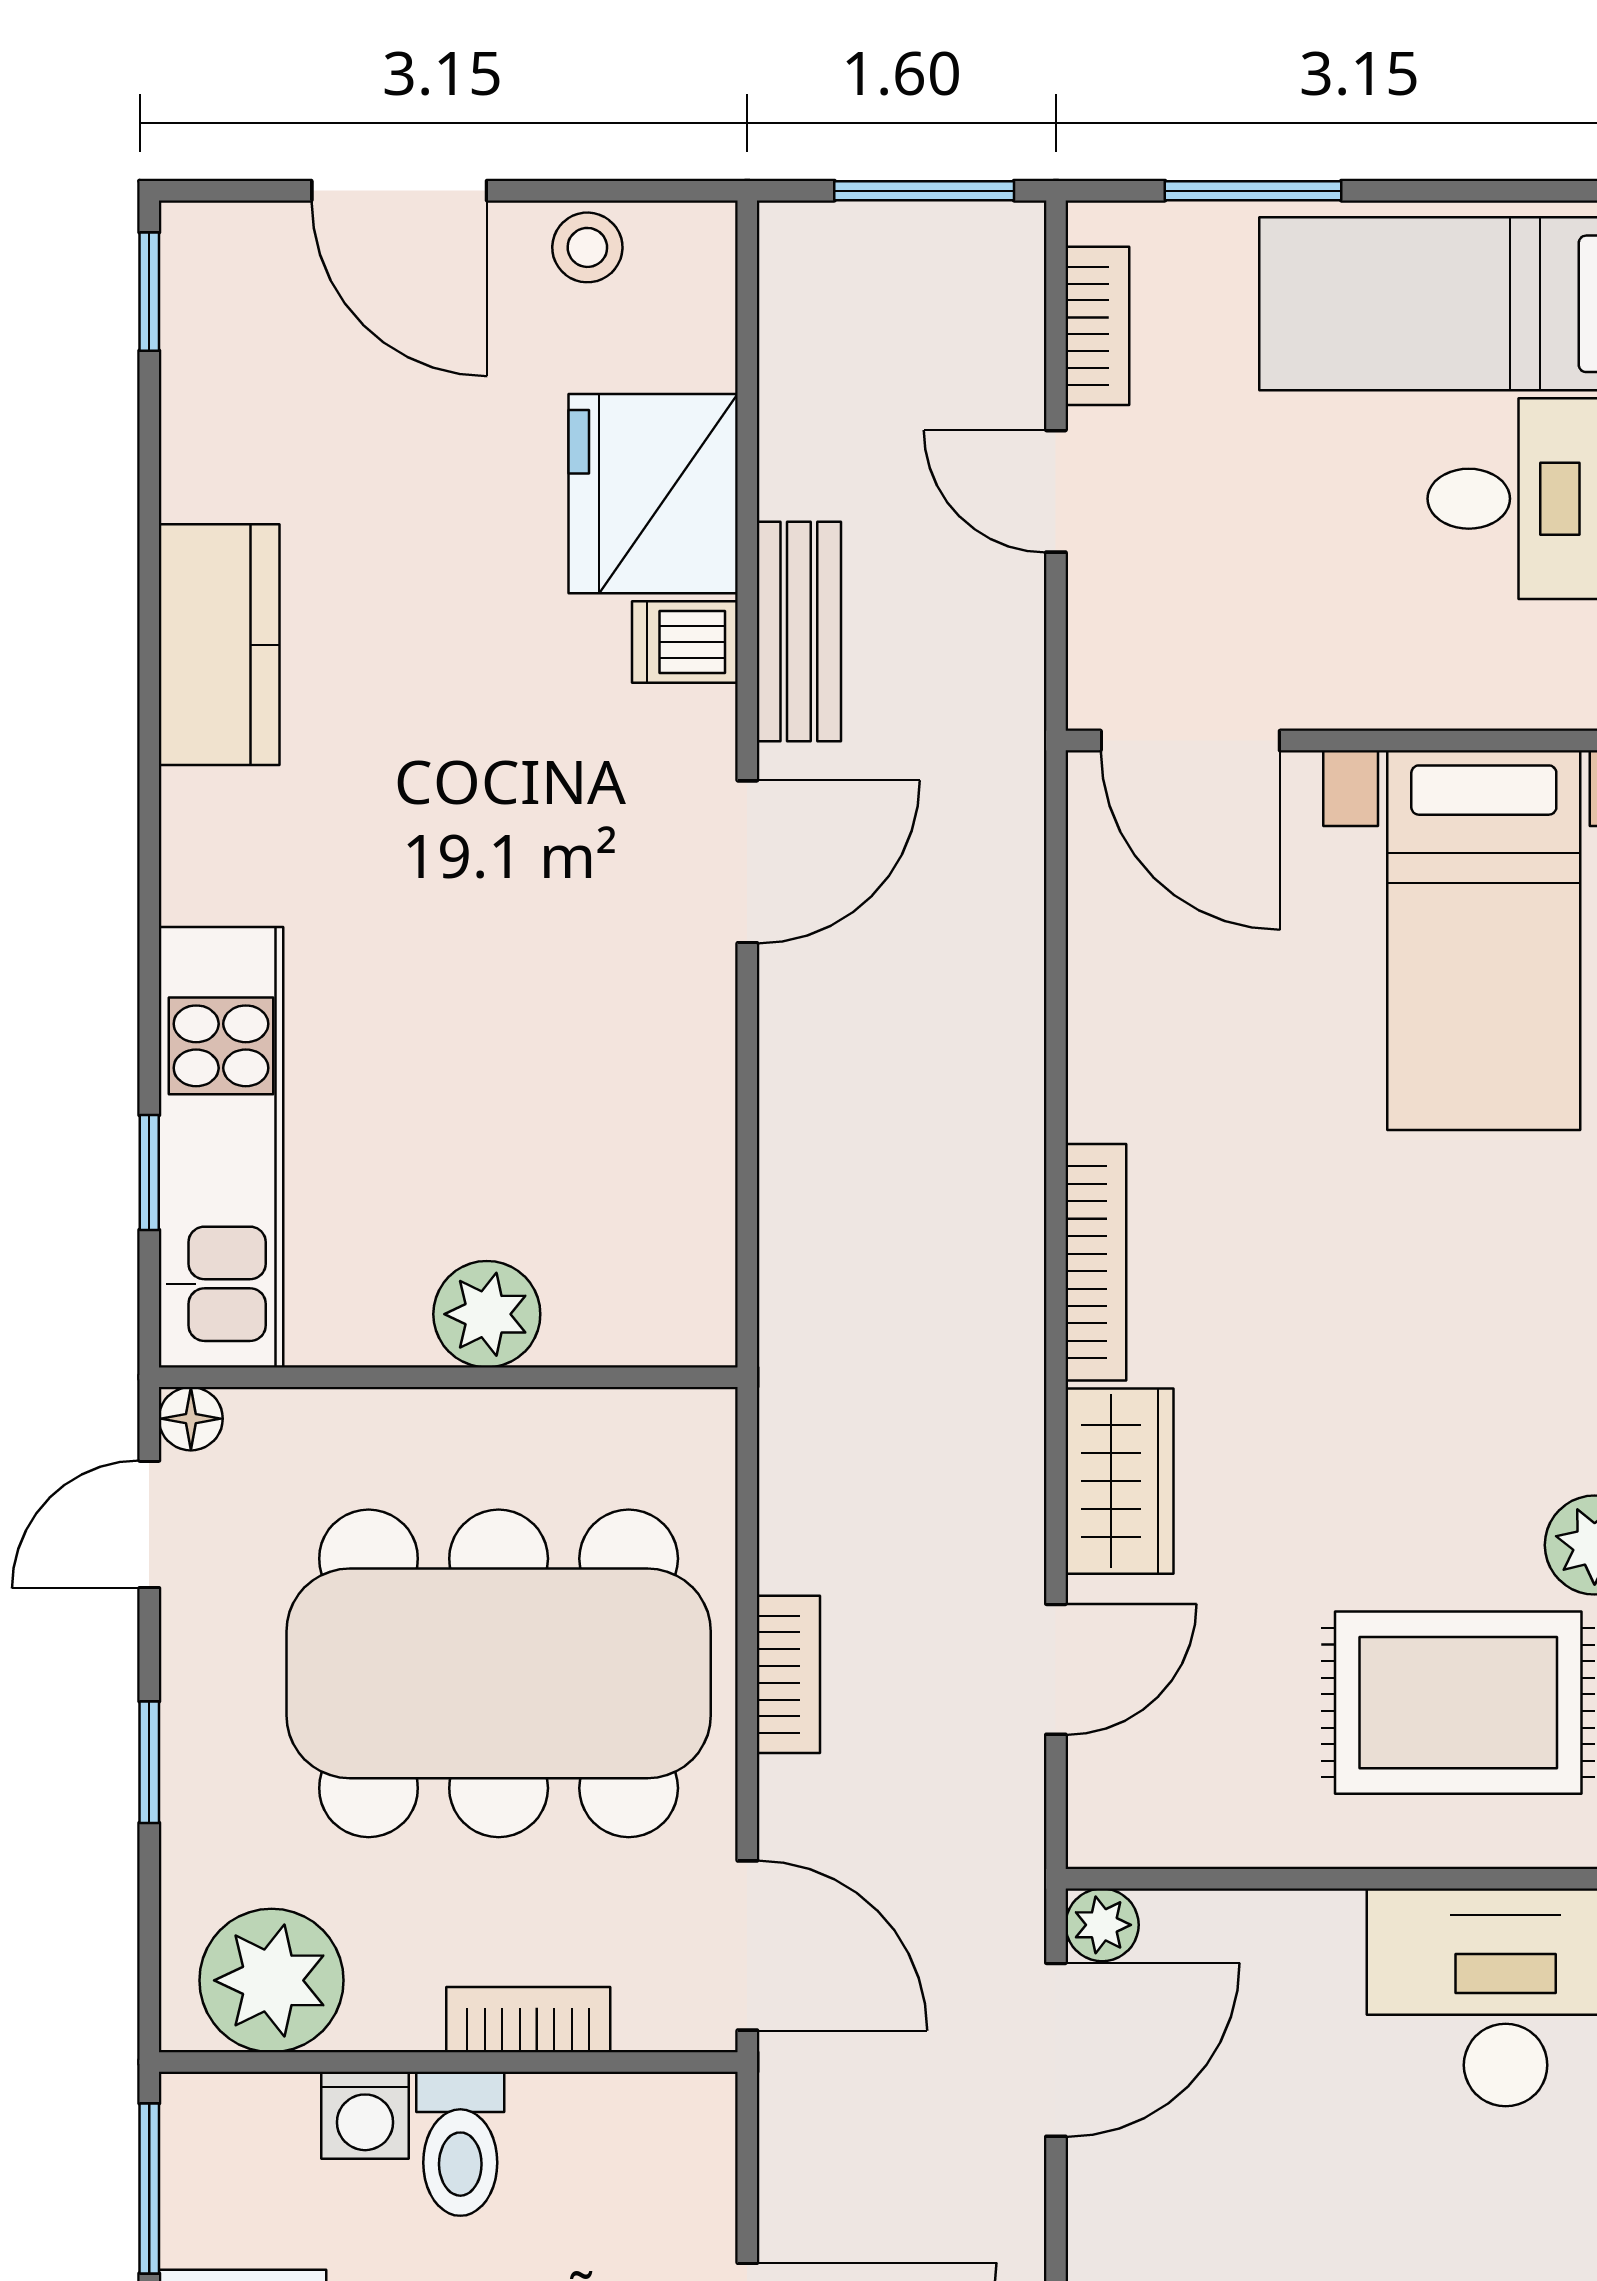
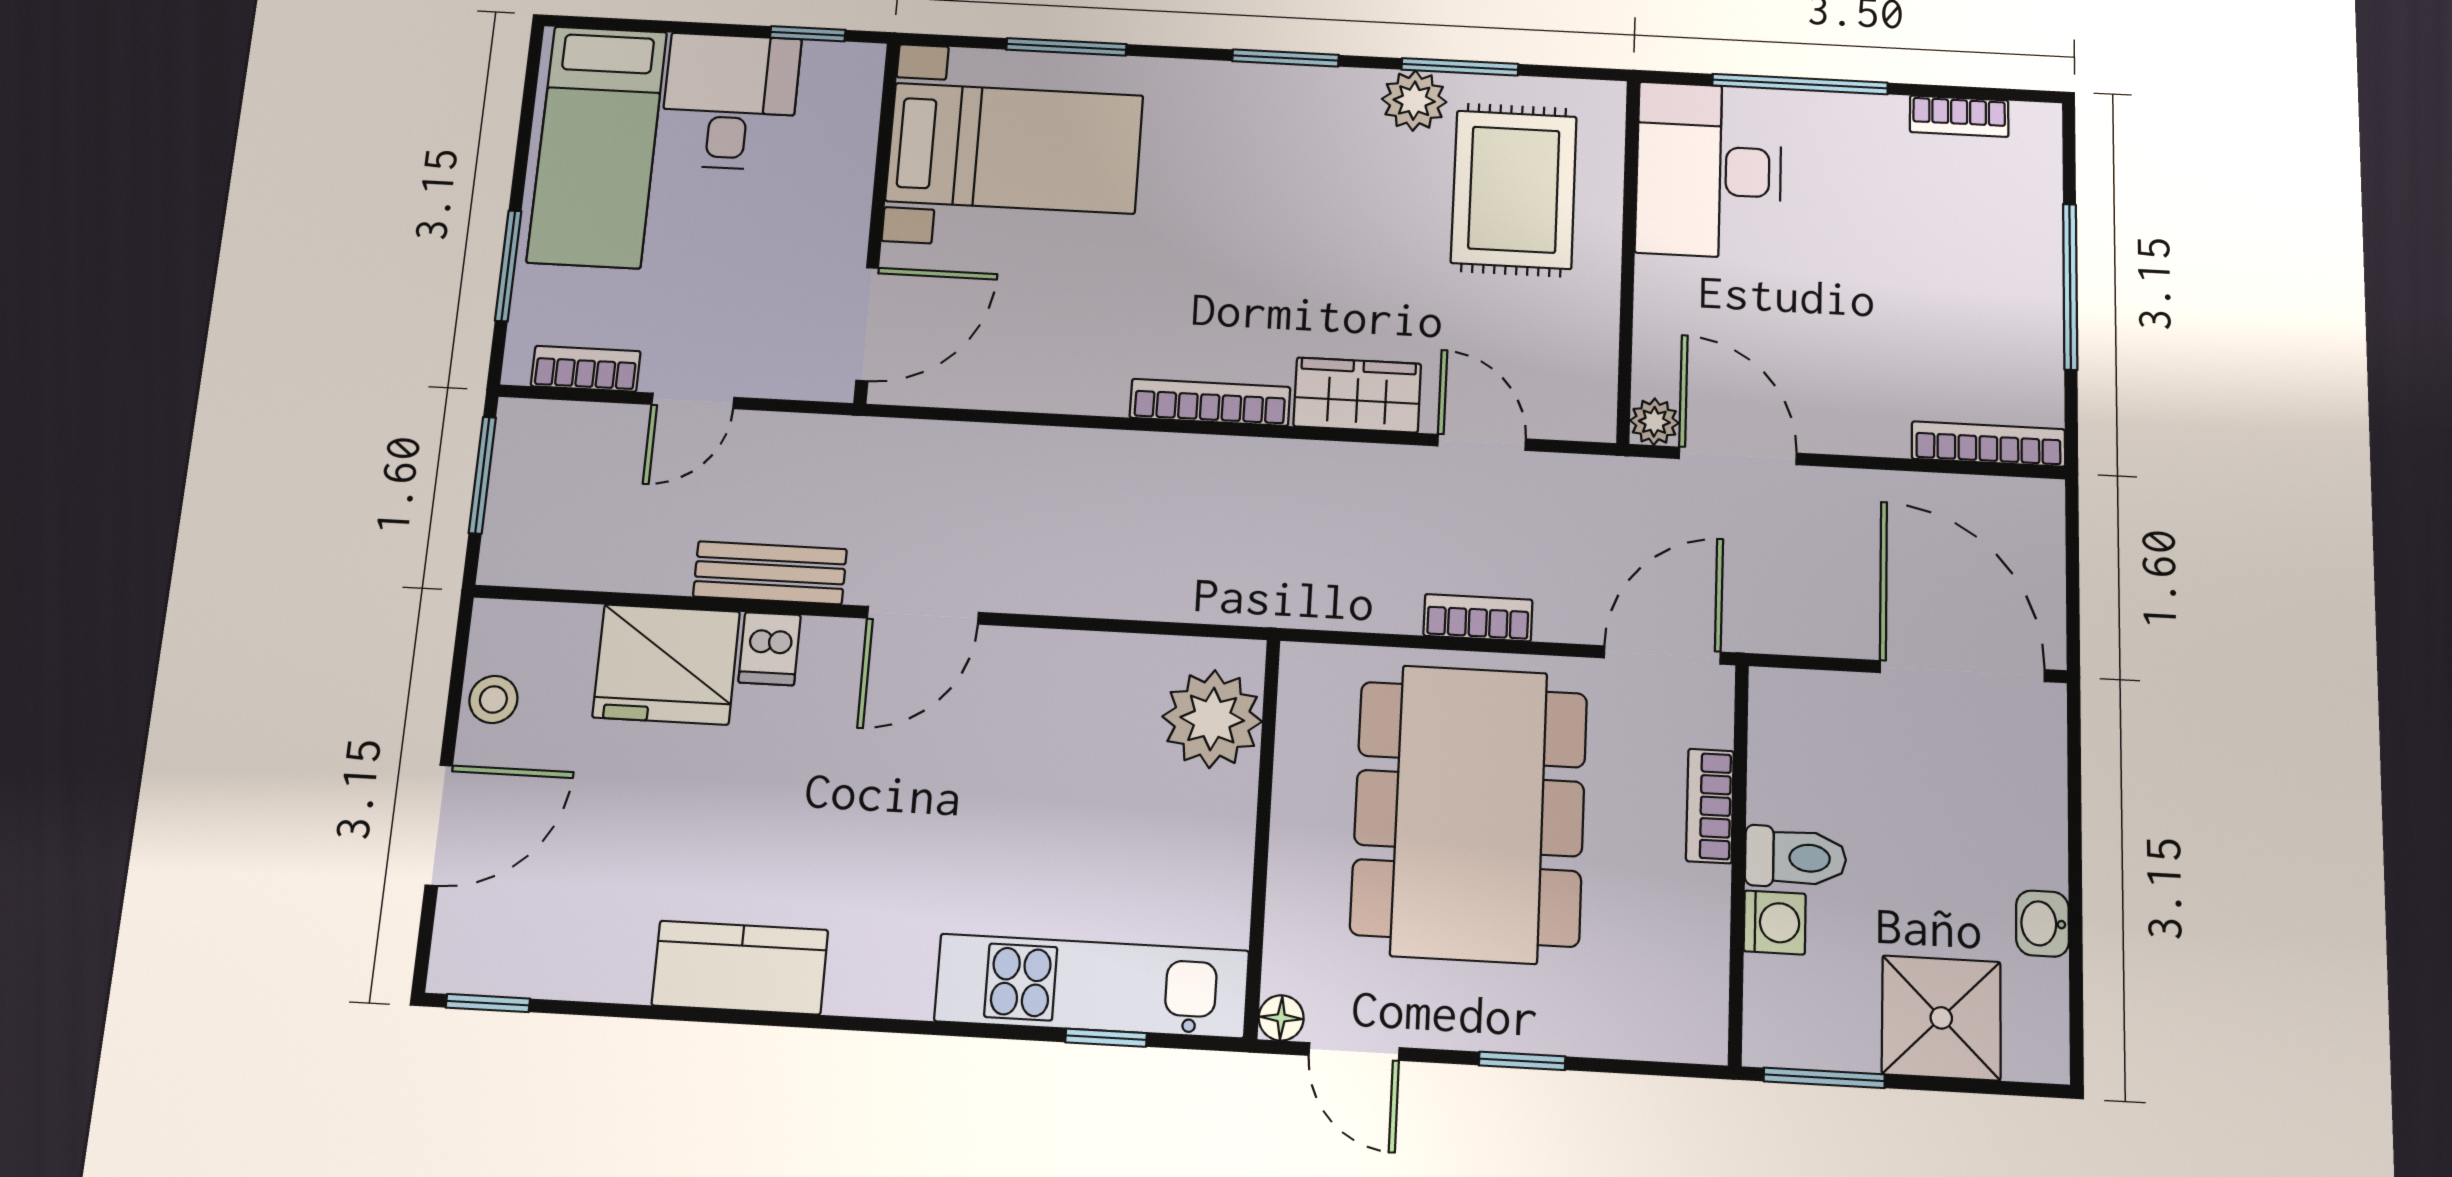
door: (747, 862) -> (923, 615), swing flipped
plant: (487, 1314) -> (1212, 719), moved, width x1.36, depth x1.36
plant: (272, 1980) -> (1679, 983), removed

